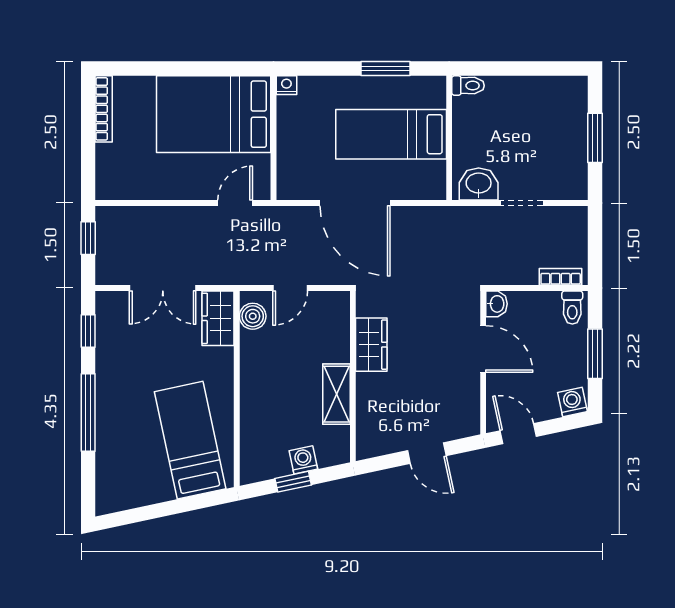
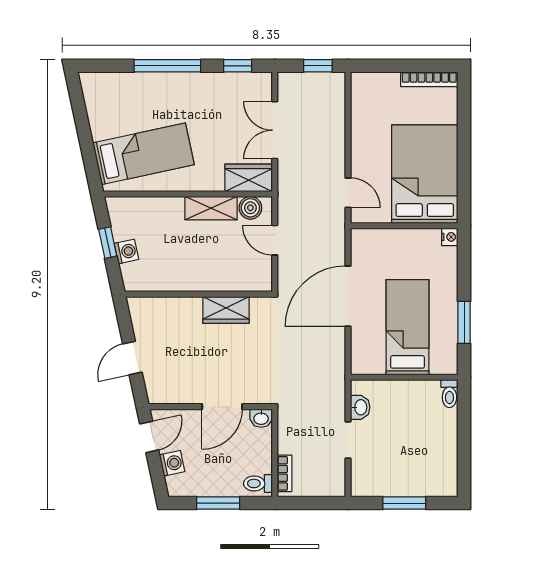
washbasin: (479, 184) -> (360, 407), width x0.72, depth x0.69
shelving: (336, 394) -> (211, 208), moved
washing machine: (572, 402) -> (172, 463), moved

